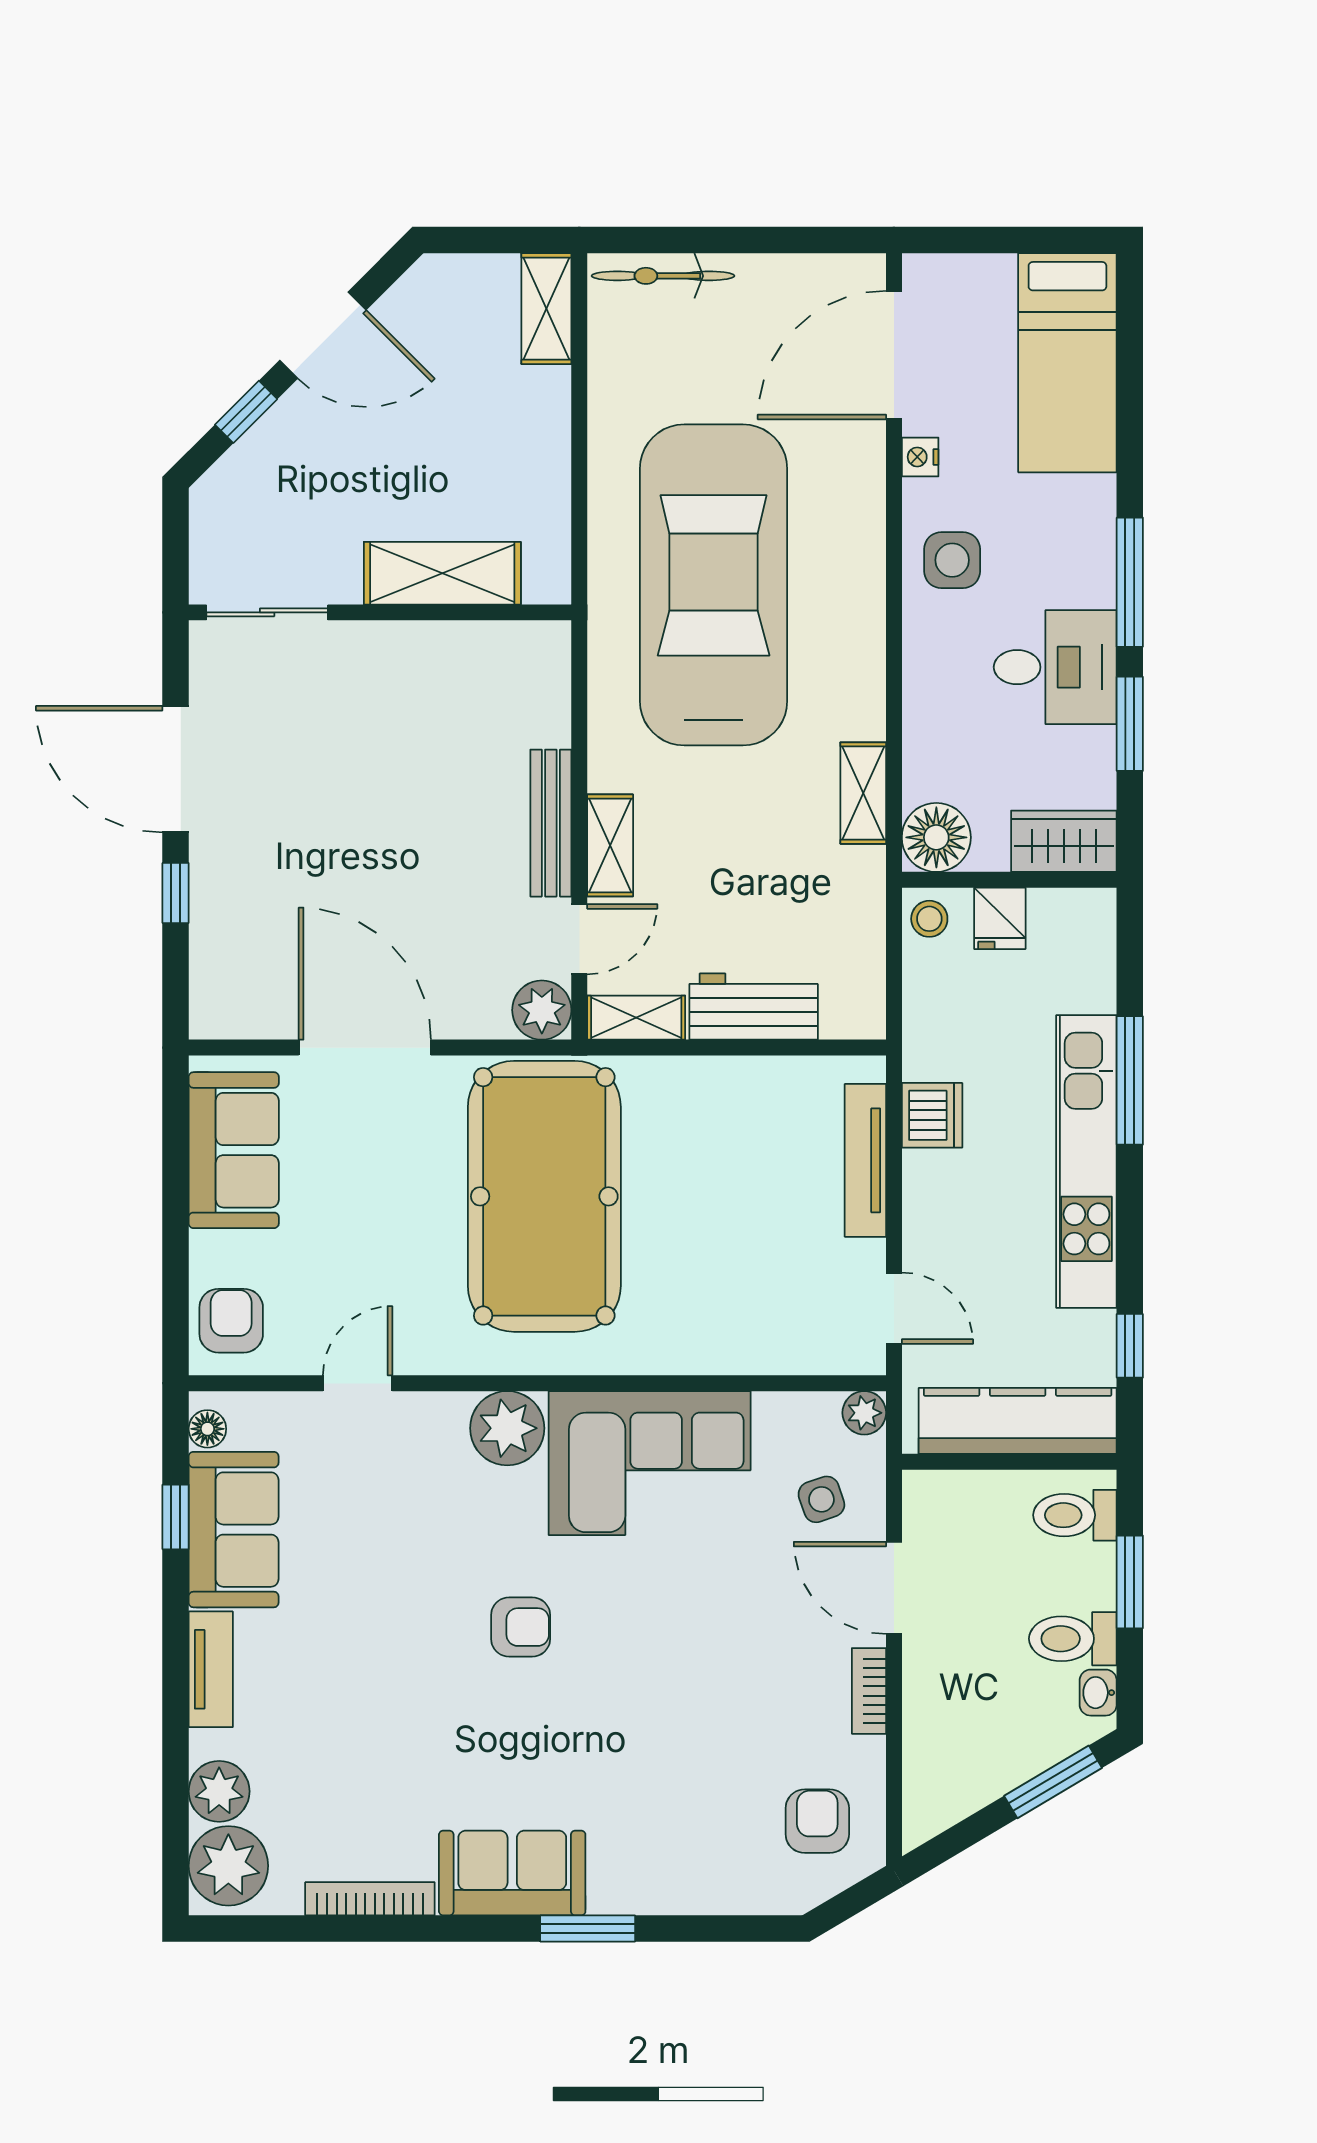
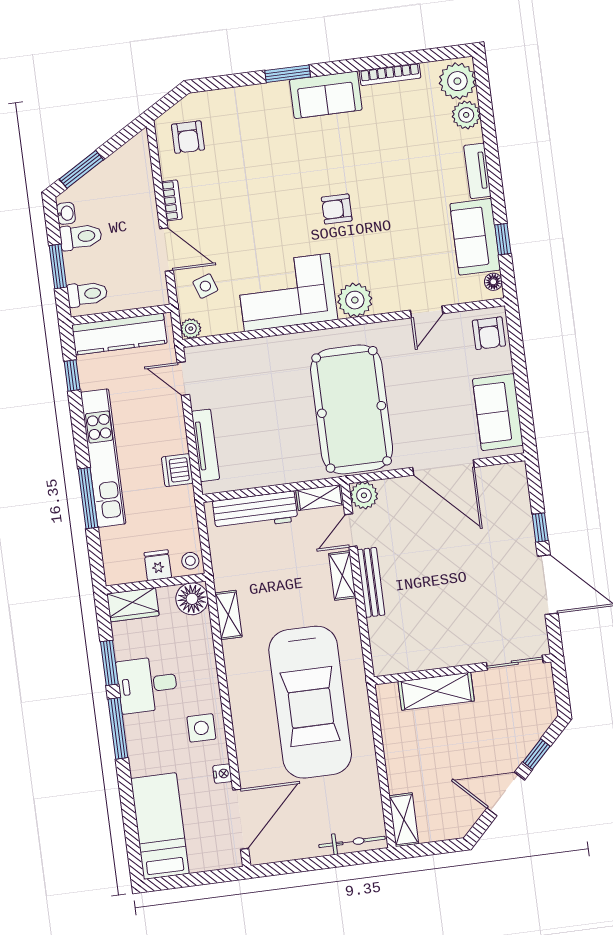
workbench: (754, 1007) -> (255, 511), width x1.38

